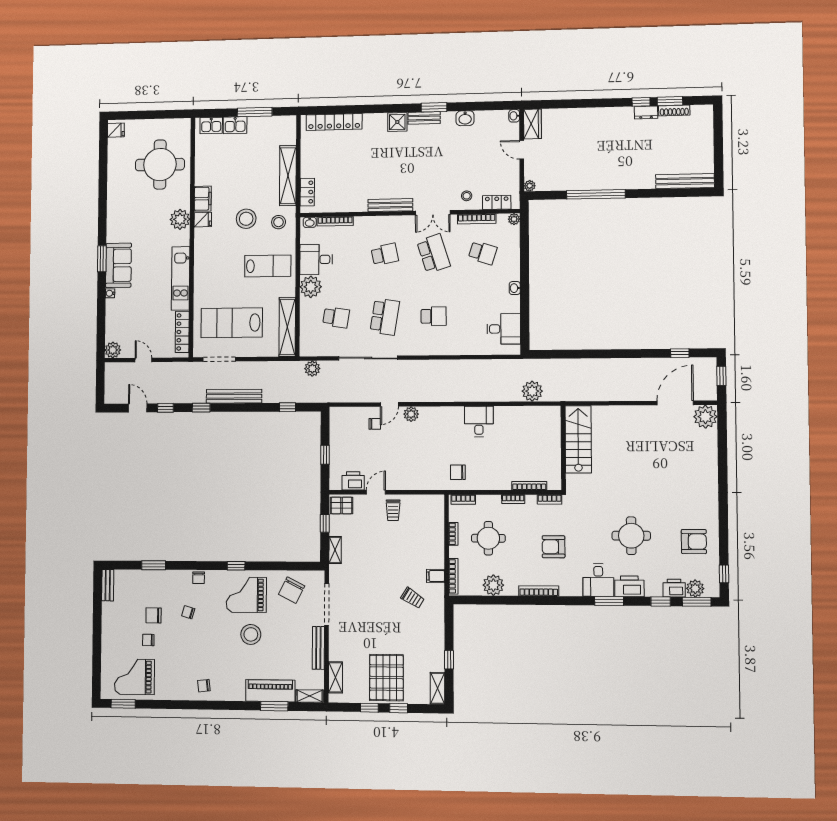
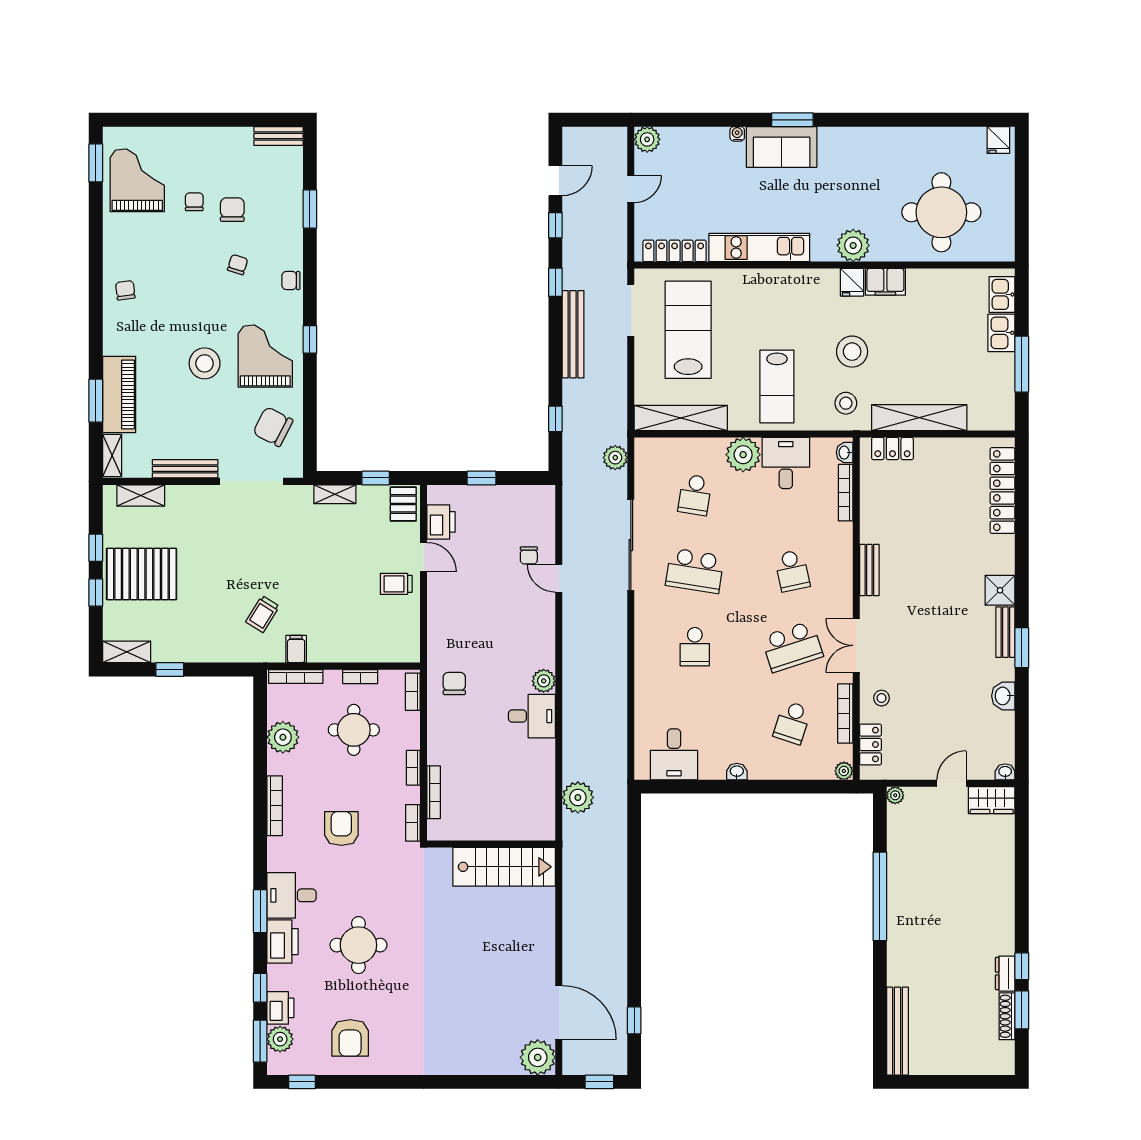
bench: (390, 205) -> (869, 570), width x0.73
plant: (411, 414) -> (544, 681), moved

